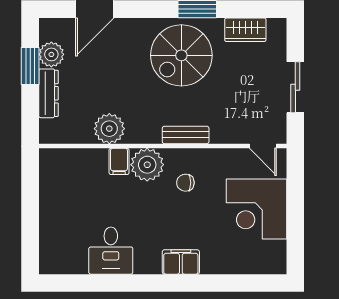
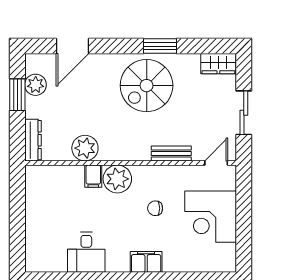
wardrobe: (245, 30) -> (218, 64), moved
dresser: (48, 93) -> (33, 140), moved
bench: (186, 135) -> (171, 154), moved
door: (263, 146) -> (216, 163), swing flipped
chair: (185, 183) -> (155, 208), moved

